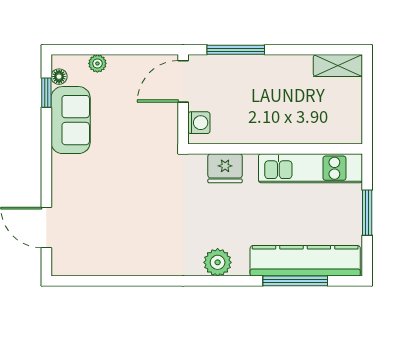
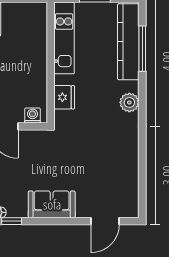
sofa: (71, 120) -> (52, 204), moved

